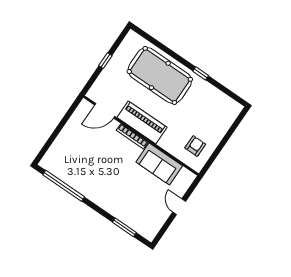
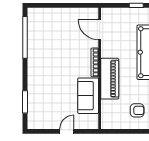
piano: (142, 122) -> (110, 79), moved
armchair: (195, 146) -> (137, 110), moved

